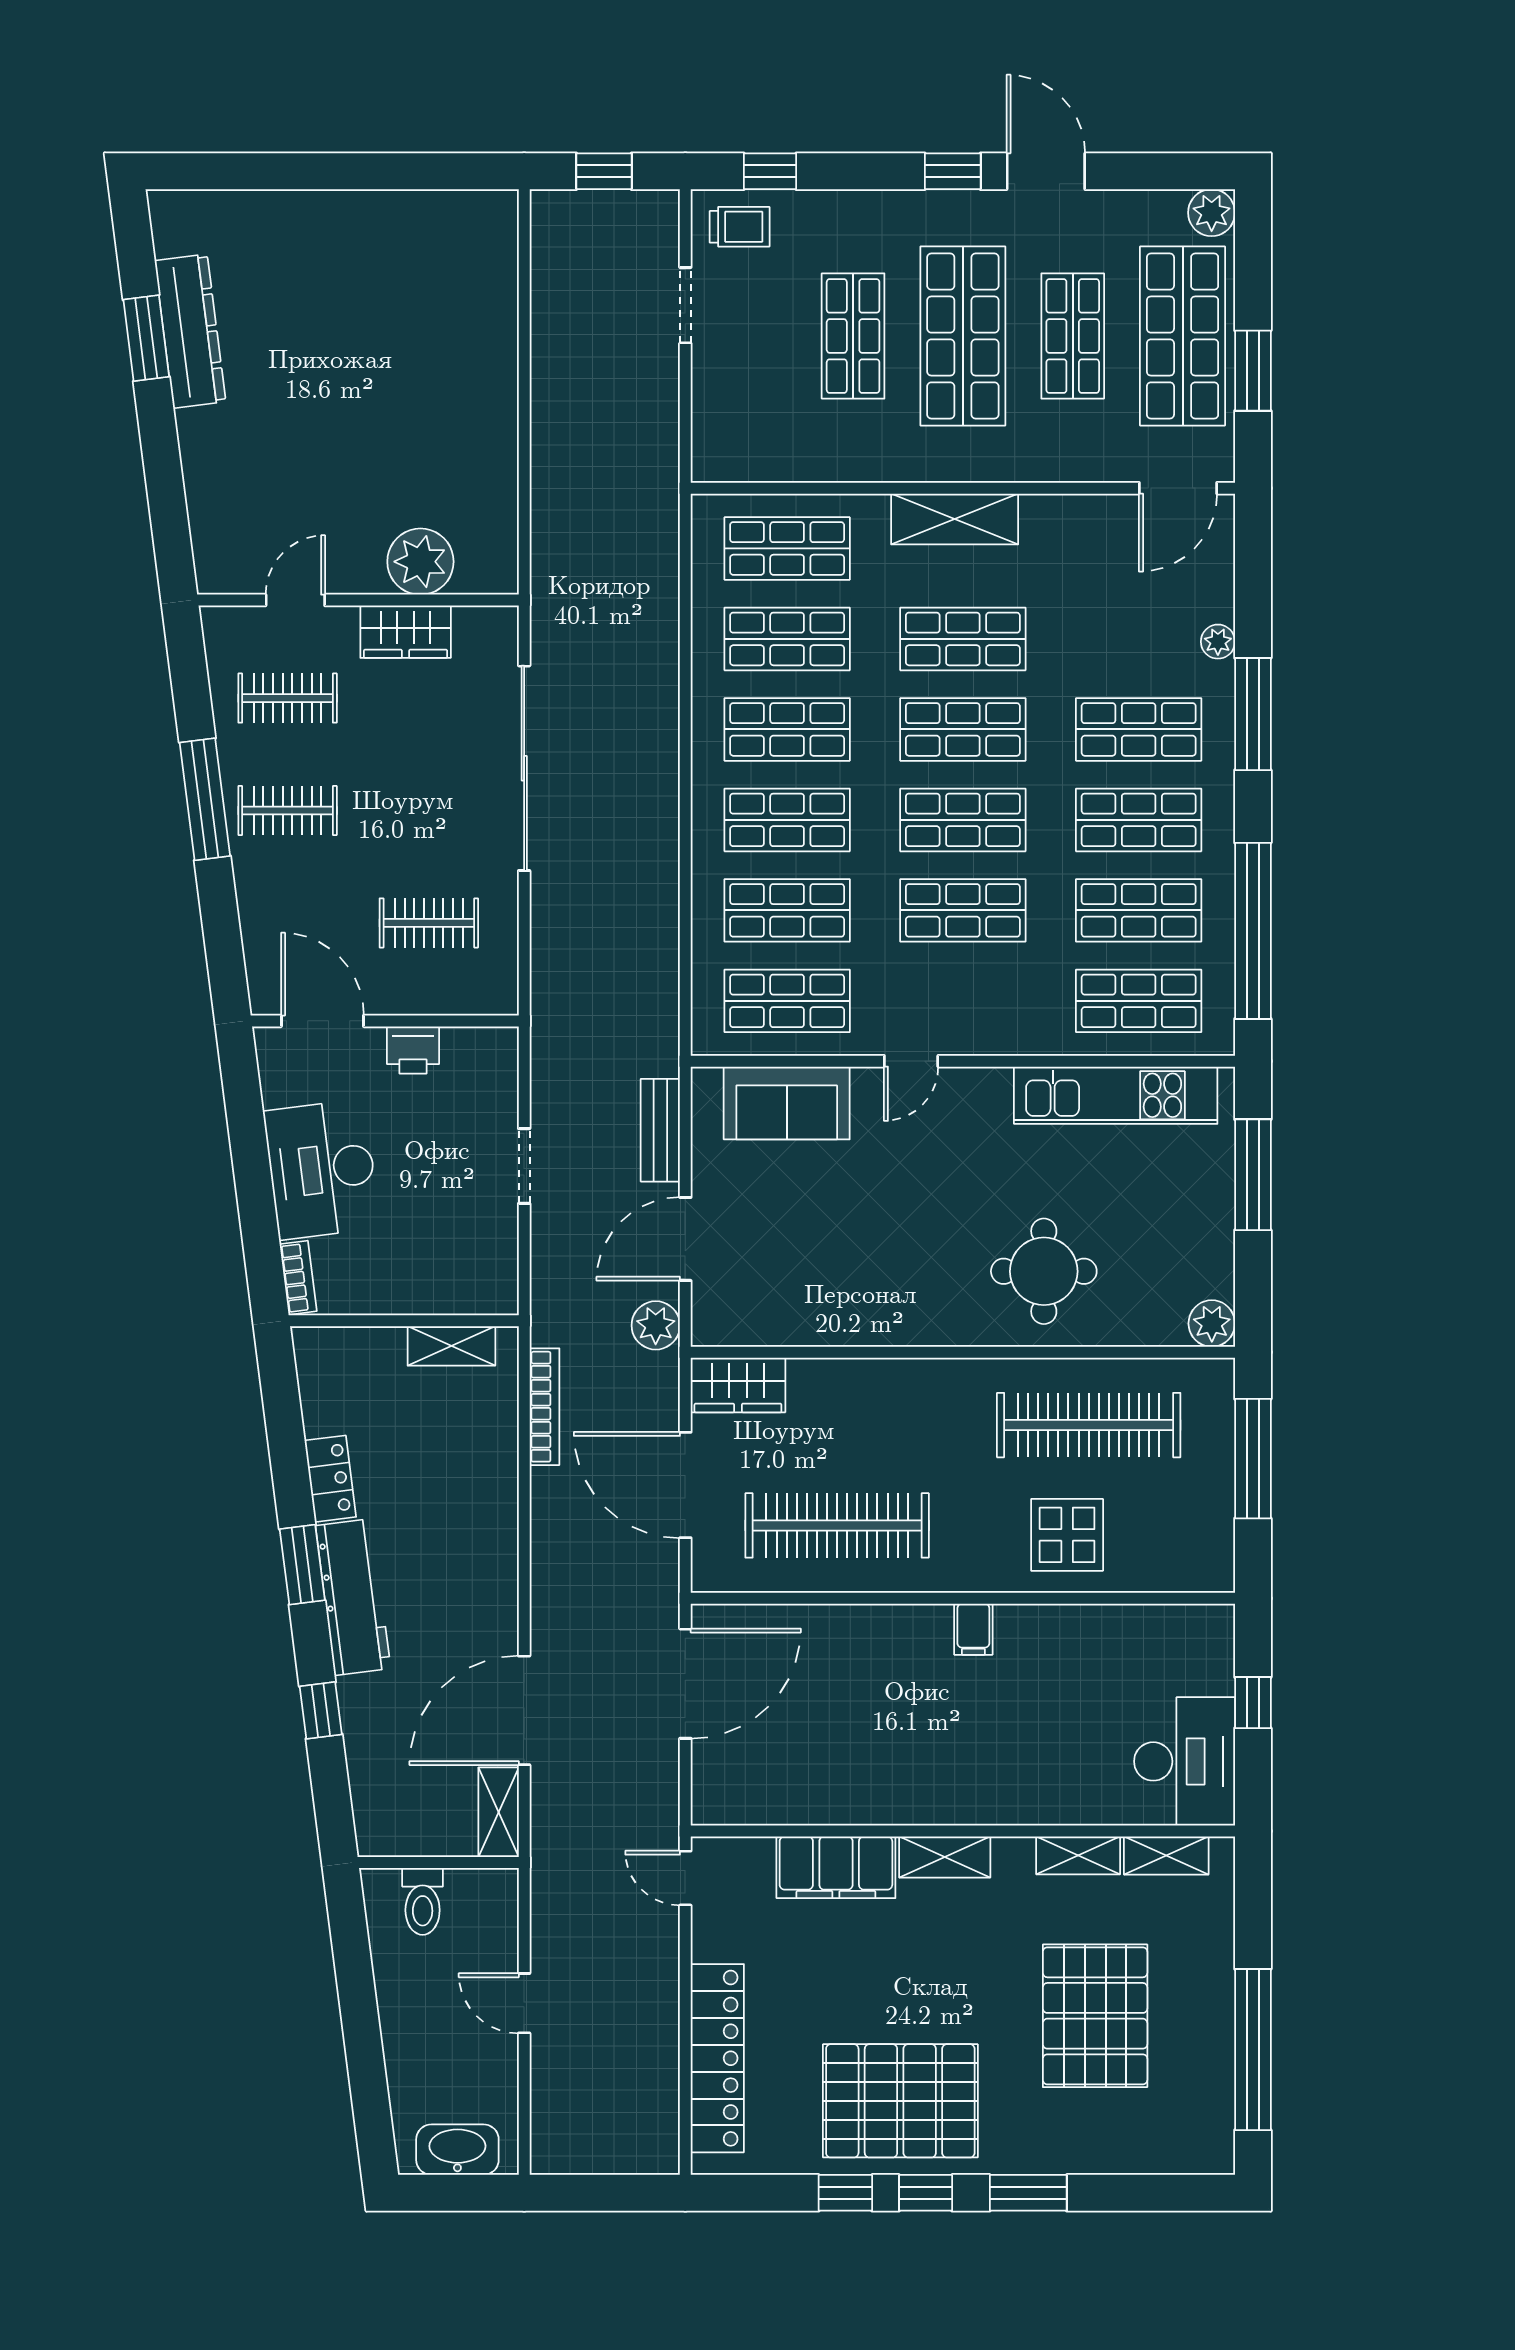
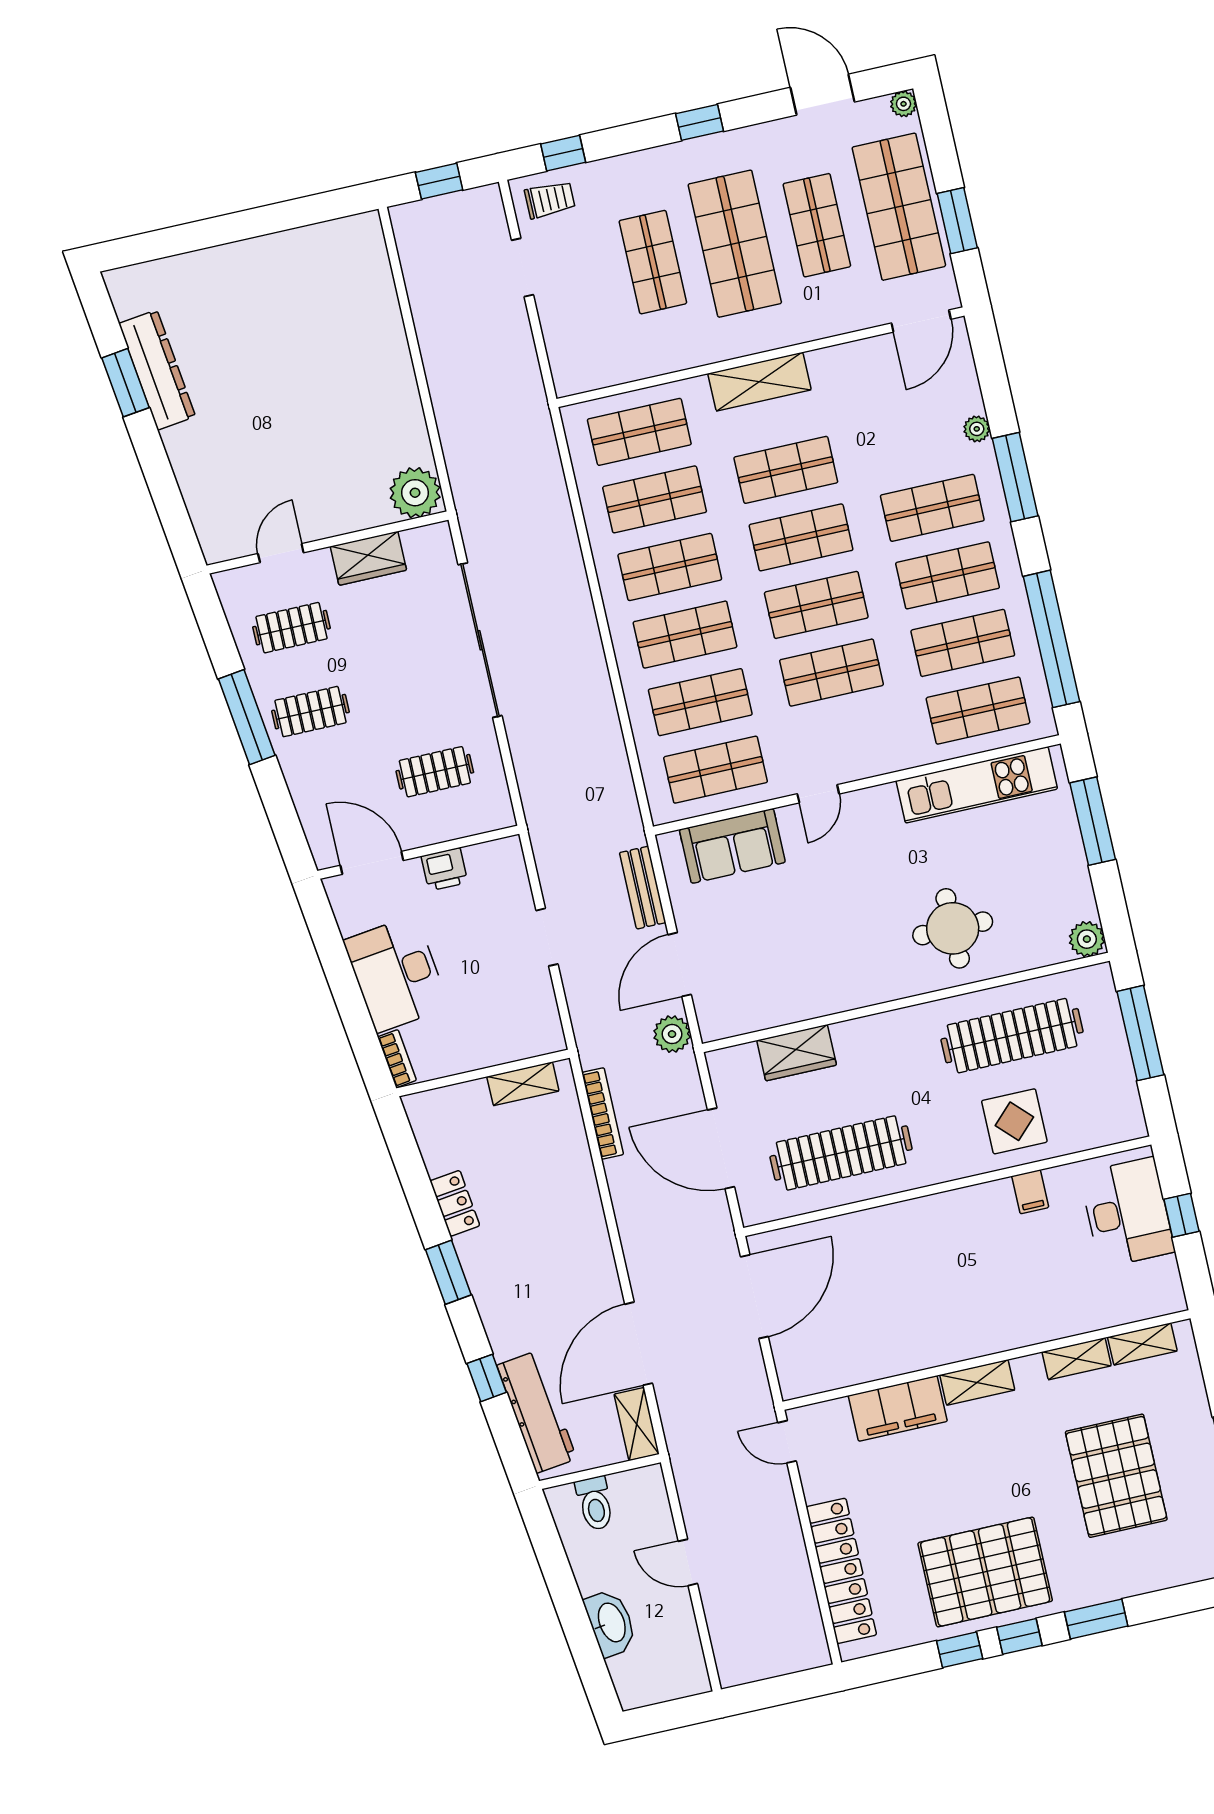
door: (1046, 171) -> (822, 95), moved
plant: (1212, 213) -> (903, 104), width x0.73, depth x0.73
plant: (420, 562) -> (415, 493), moved
wardrobe: (738, 1385) -> (797, 1053), moved
workbench: (353, 1597) -> (537, 1412), moved
filing cabinet: (973, 1629) -> (1030, 1192), moved
desk: (1185, 1761) -> (1127, 1212), moved
washbasin: (457, 2150) -> (611, 1623), moved, turned 83

